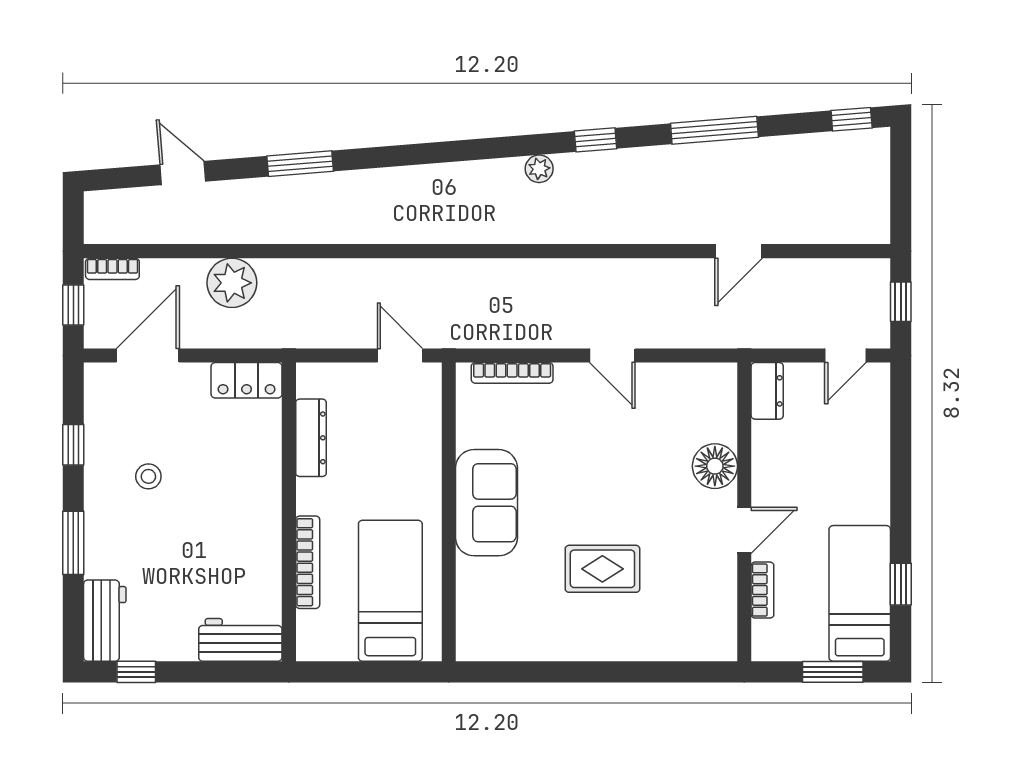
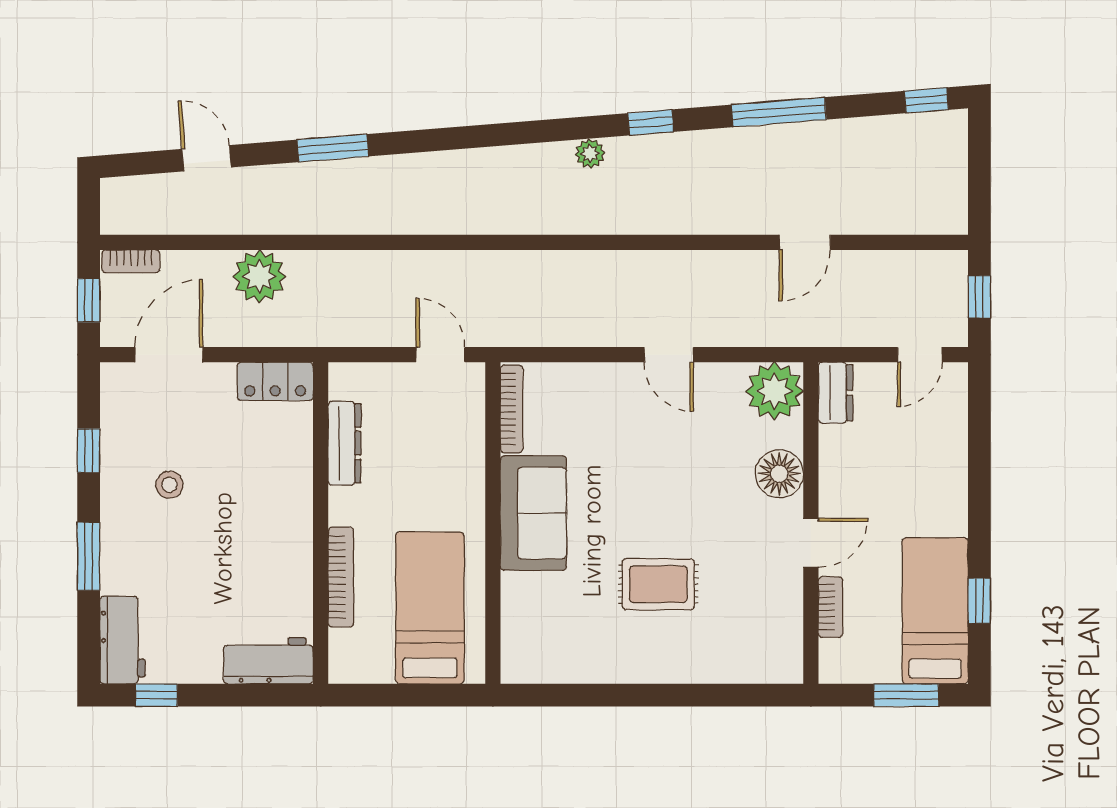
bookcase: (512, 373) -> (512, 409), moved, turned -90
plant: (710, 389) -> (774, 391), added

